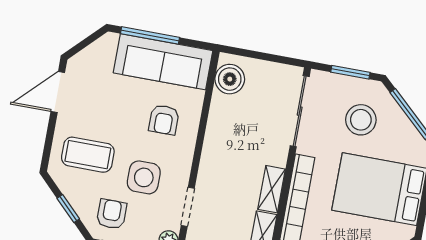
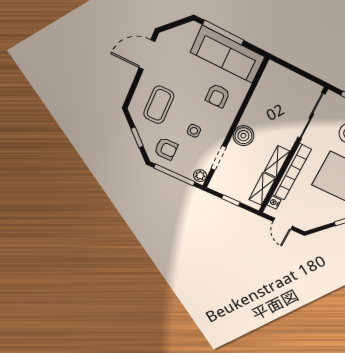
boiler: (230, 79) -> (243, 136), moved
coffee table: (88, 155) -> (159, 105), turned 90
side table: (144, 177) -> (194, 131), width x0.54, depth x0.54
armchair: (112, 214) -> (166, 149), turned 90

